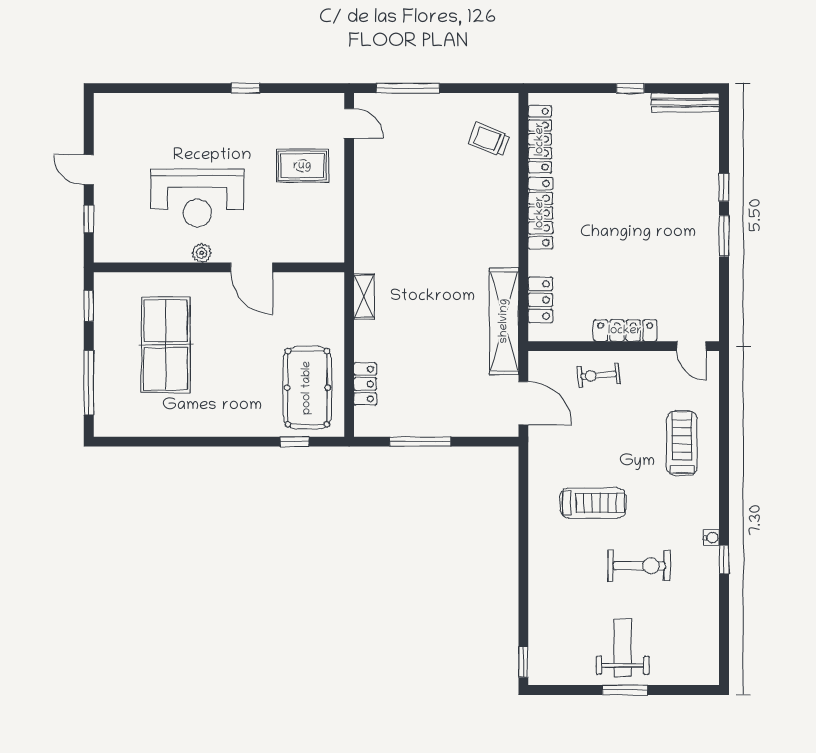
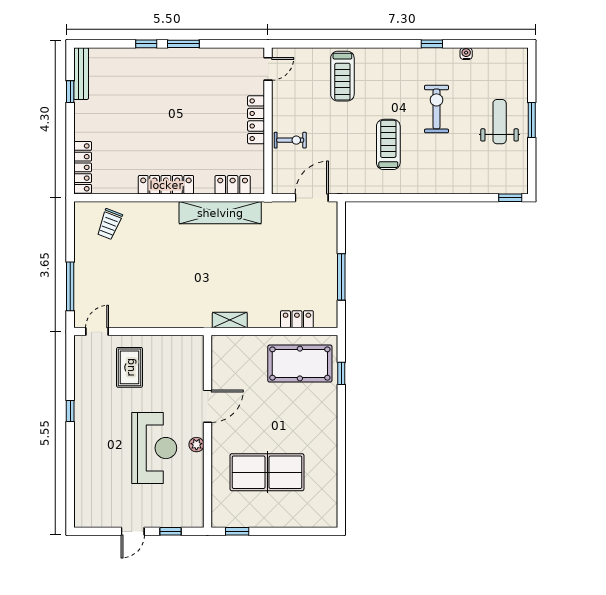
window: (630, 88) -> (70, 92), moved
locker: (540, 139) -> (83, 167), moved, turned 90
shelving: (504, 321) -> (220, 213), moved
exercise bike: (599, 375) -> (290, 140), turned -85
window: (89, 383) -> (296, 531), removed
treadmill: (682, 443) -> (342, 76), turned -90
water cooler: (711, 538) -> (466, 54), moved
weight bench: (623, 648) -> (500, 122), turned 90

